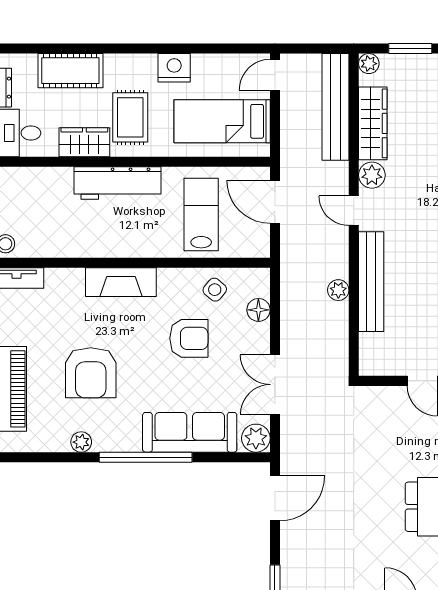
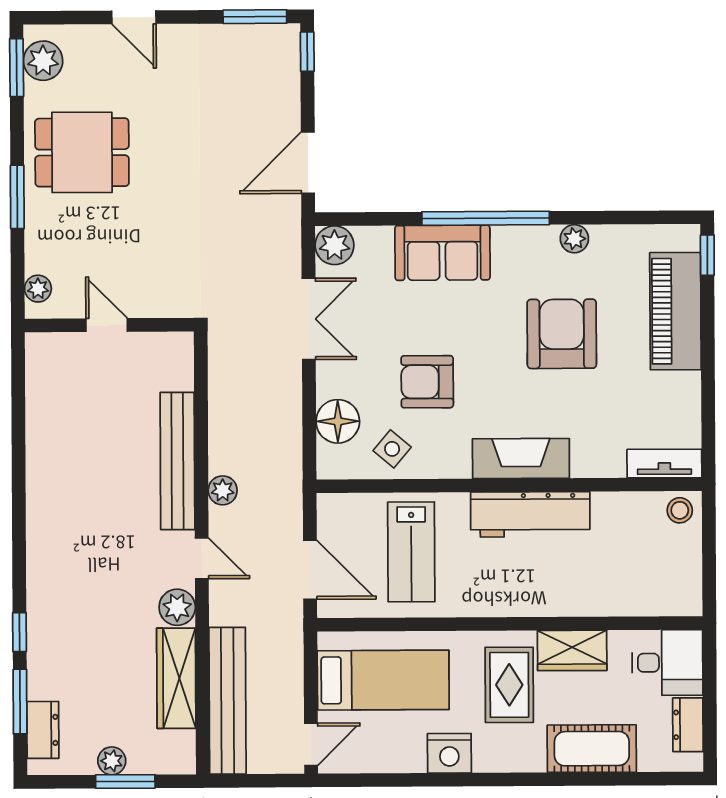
plant: (369, 64) -> (112, 761), moved
workbench: (117, 183) -> (530, 514), moved, turned 180
plant: (338, 290) -> (223, 490), moved
floor lamp: (258, 310) -> (338, 421), width x1.38, depth x1.38
sofa: (190, 432) -> (442, 253), width x0.73

